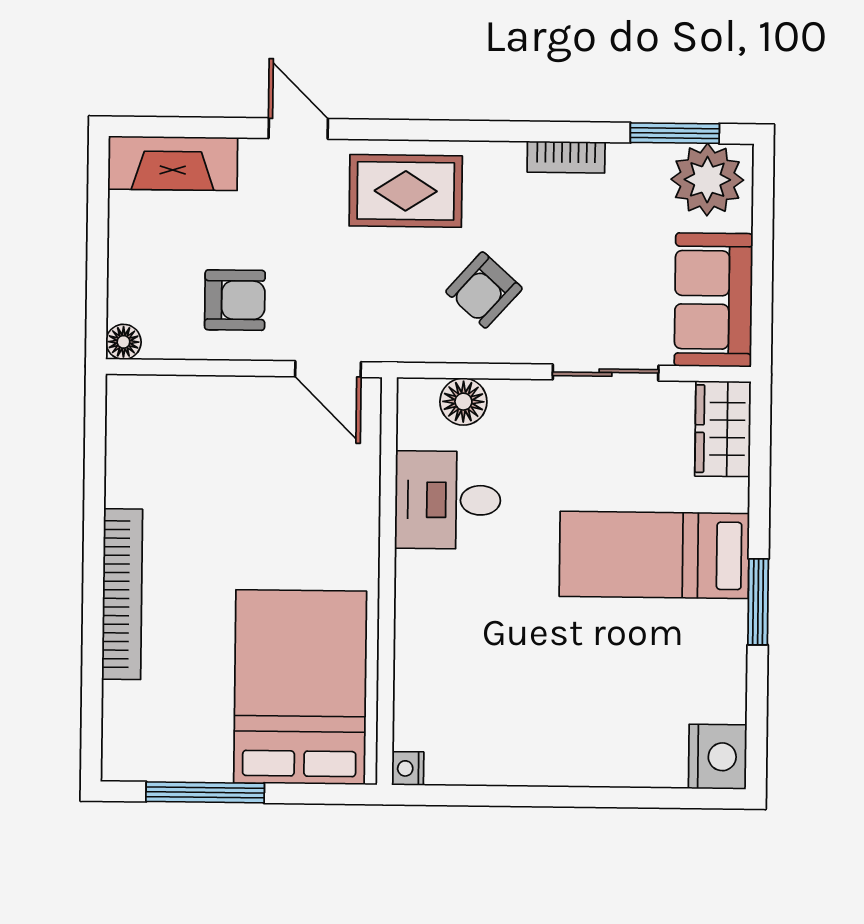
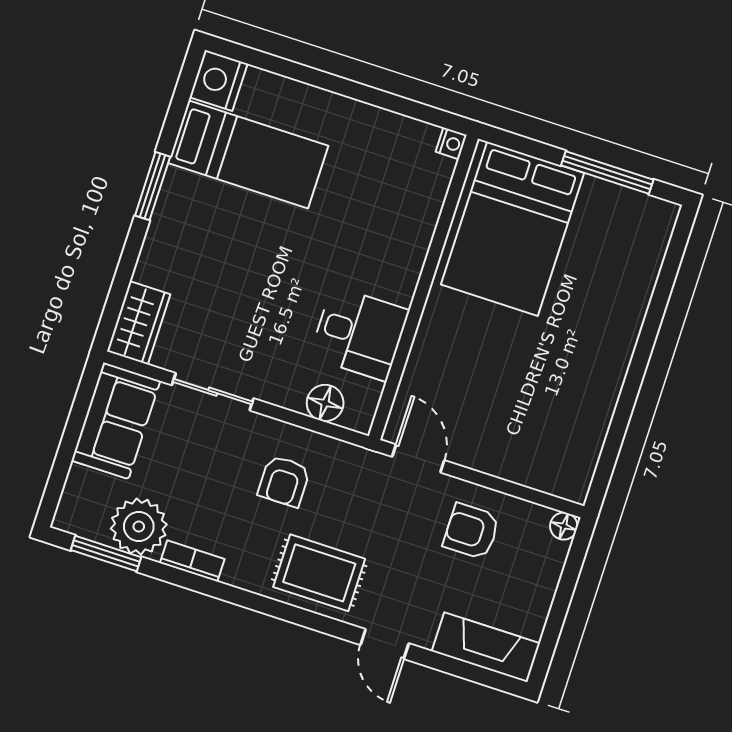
plant: (707, 180) -> (139, 527), moved
armchair: (484, 290) -> (284, 481), turned 138
bed: (654, 555) -> (248, 154), moved
bookcase: (122, 594) -> (623, 339), removed

